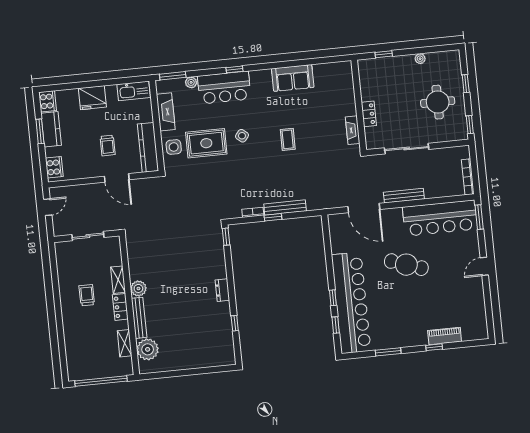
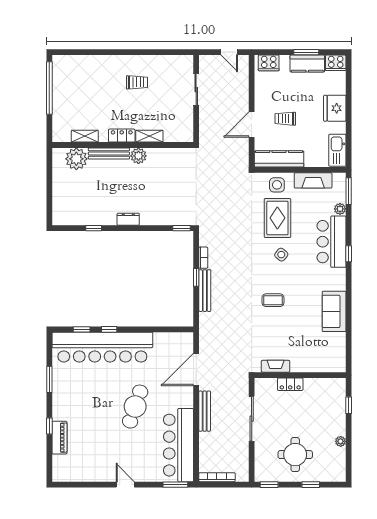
shelving: (118, 280) -> (149, 136), moved
plant: (138, 288) -> (138, 156), moved
wall: (129, 305) -> (123, 145), moved
locker: (120, 307) -> (122, 136), moved
bench: (139, 318) -> (109, 154), moved
shelving: (125, 343) -> (85, 136), moved
plant: (148, 349) -> (76, 159), moved

